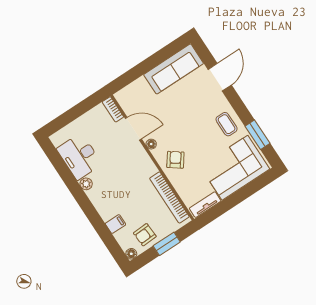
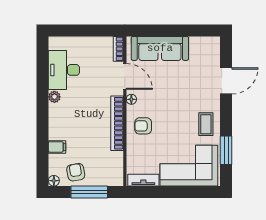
sofa: (174, 69) -> (160, 48), moved
armchair: (175, 160) -> (143, 126), turned -126
bookcase: (169, 198) -> (117, 123), moved
armchair: (145, 235) -> (76, 172), turned 83
window: (167, 244) -> (89, 192), width x1.44

